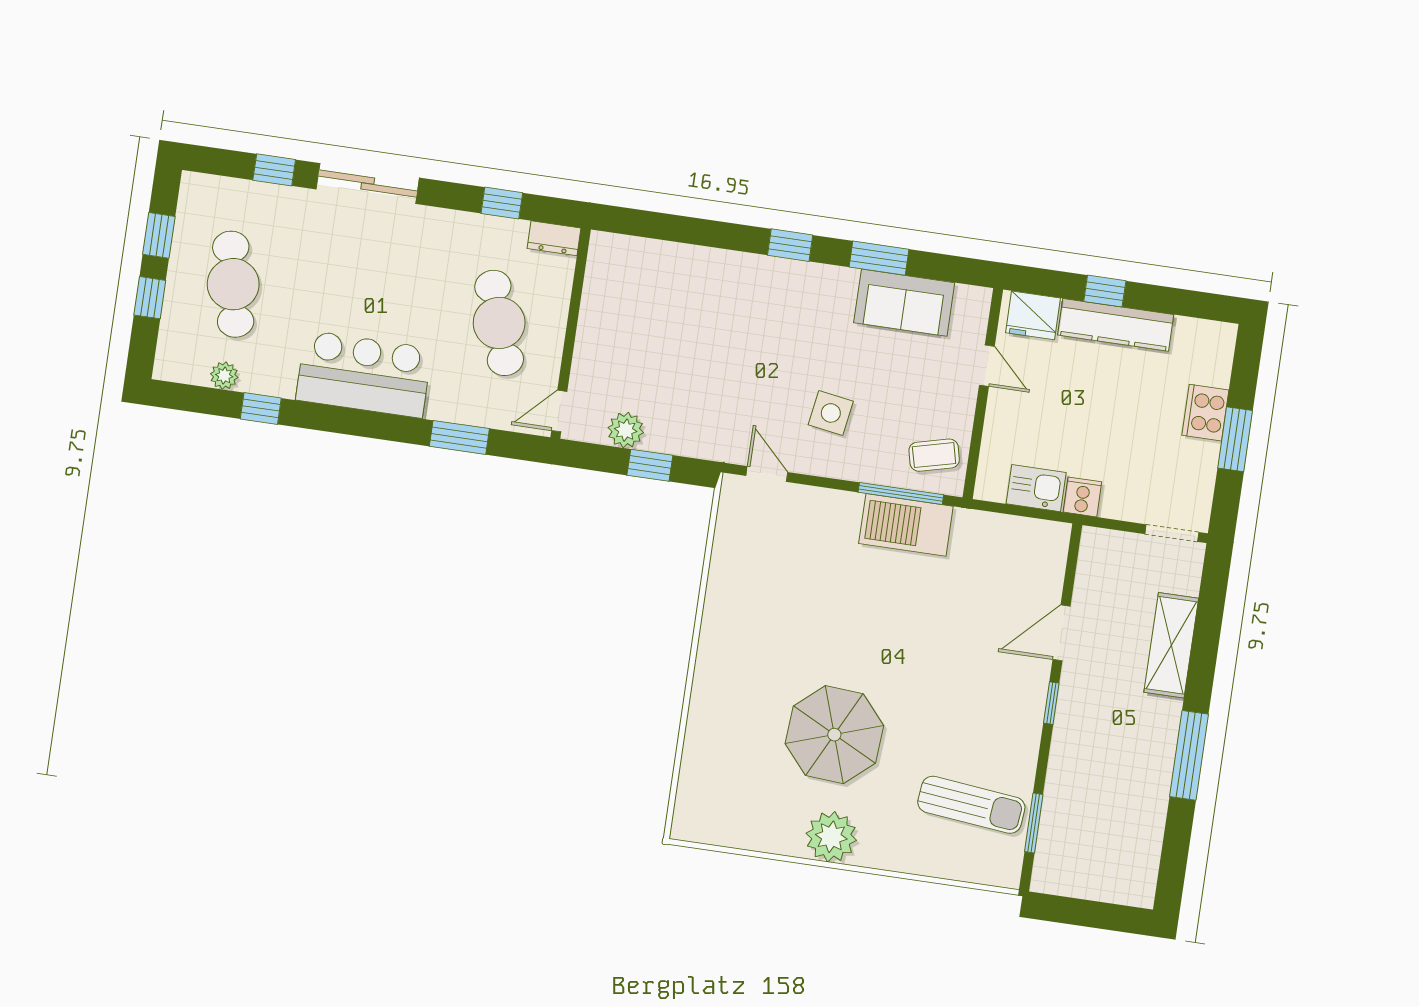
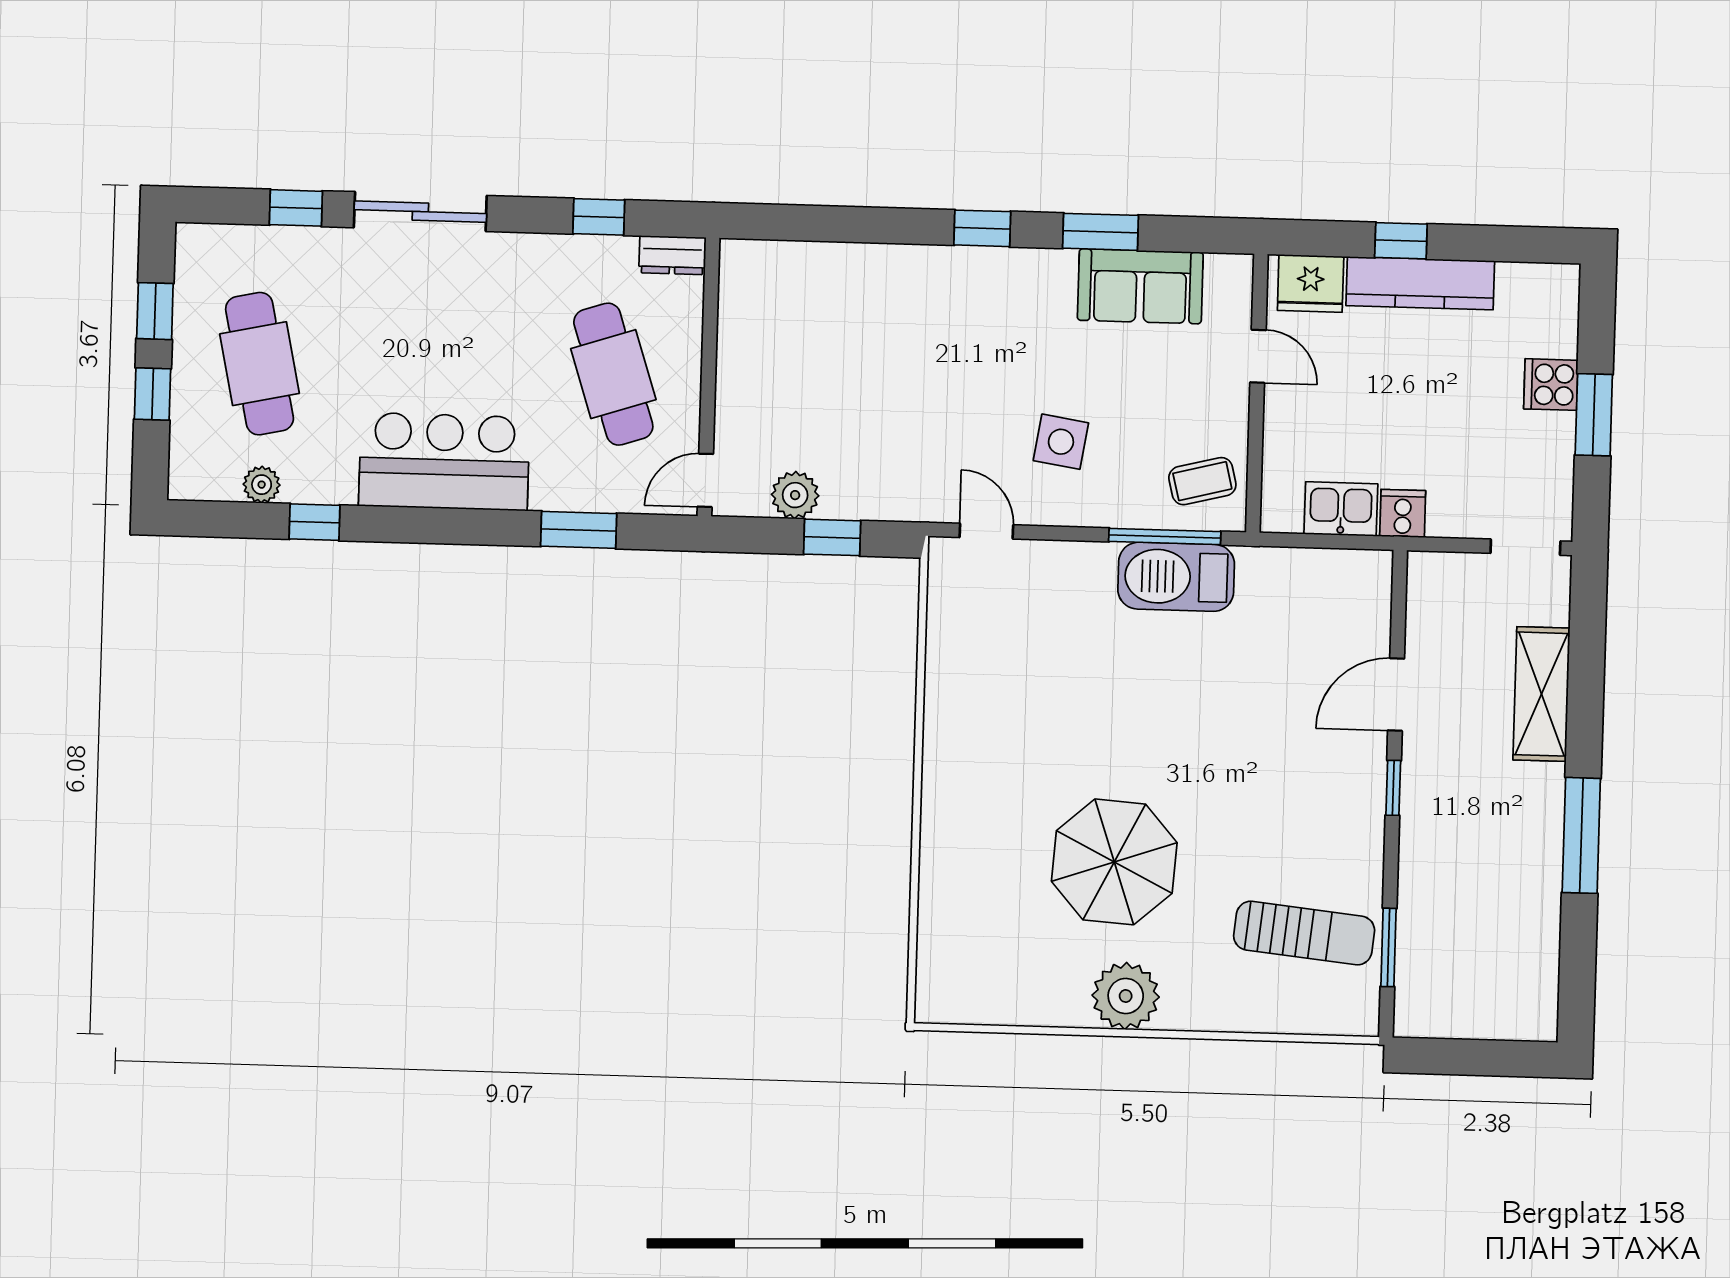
cooker: (1205, 413) -> (1551, 385), width x0.73

